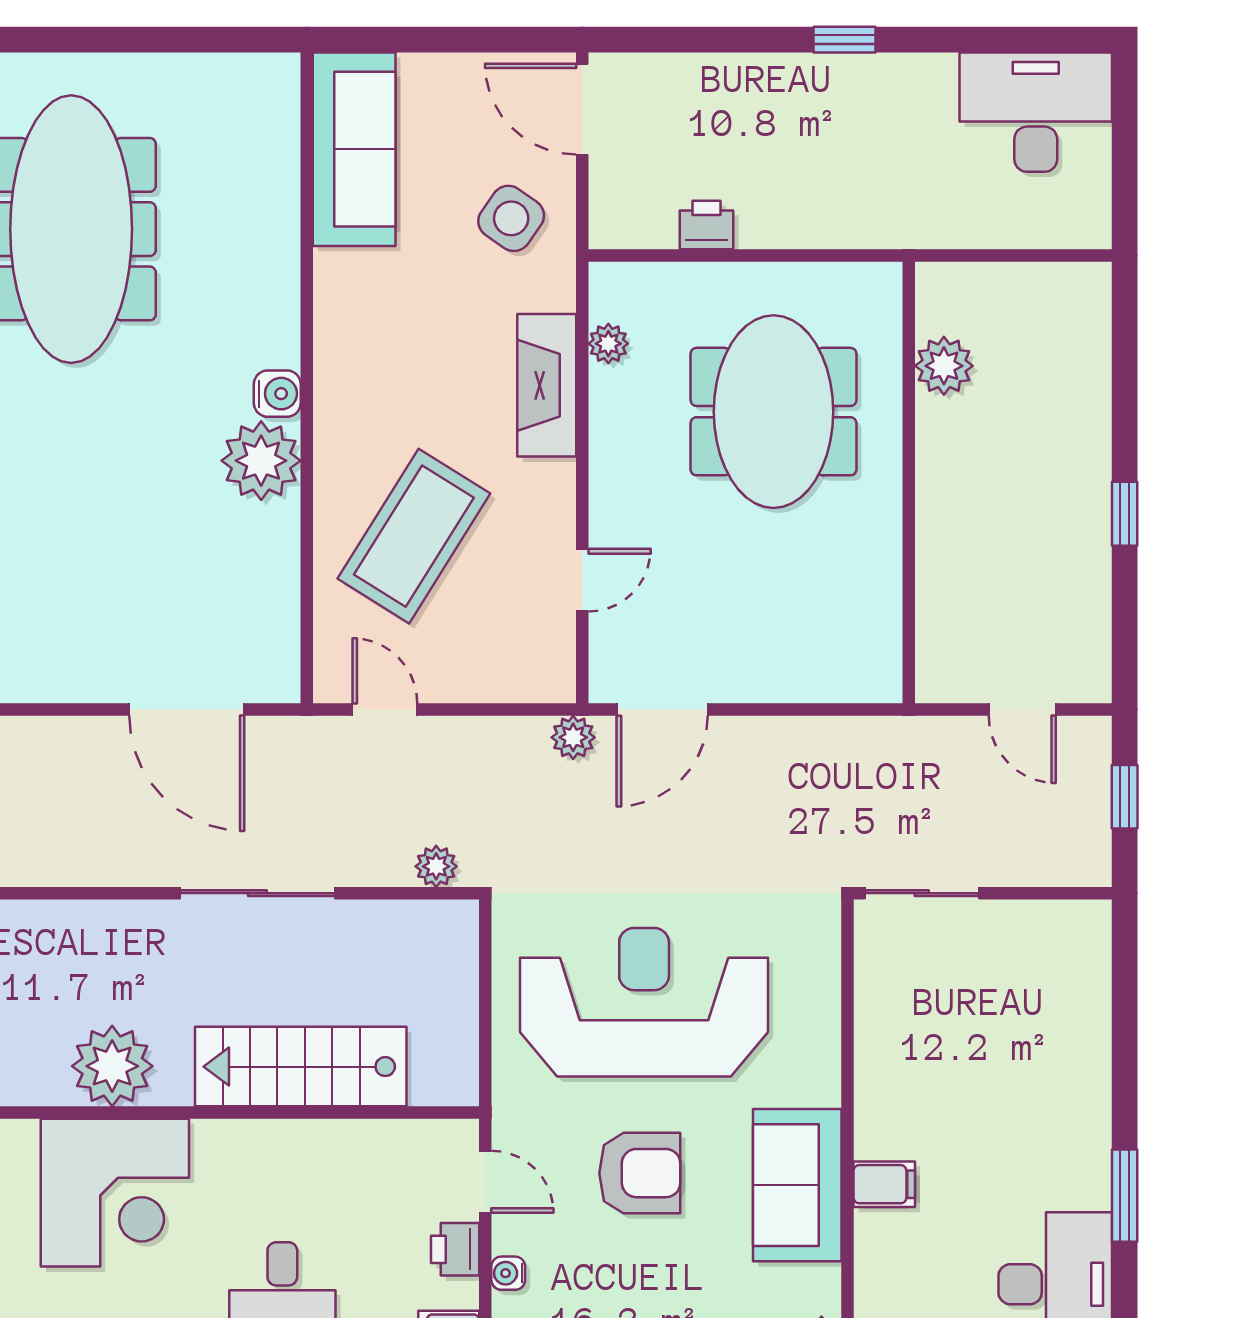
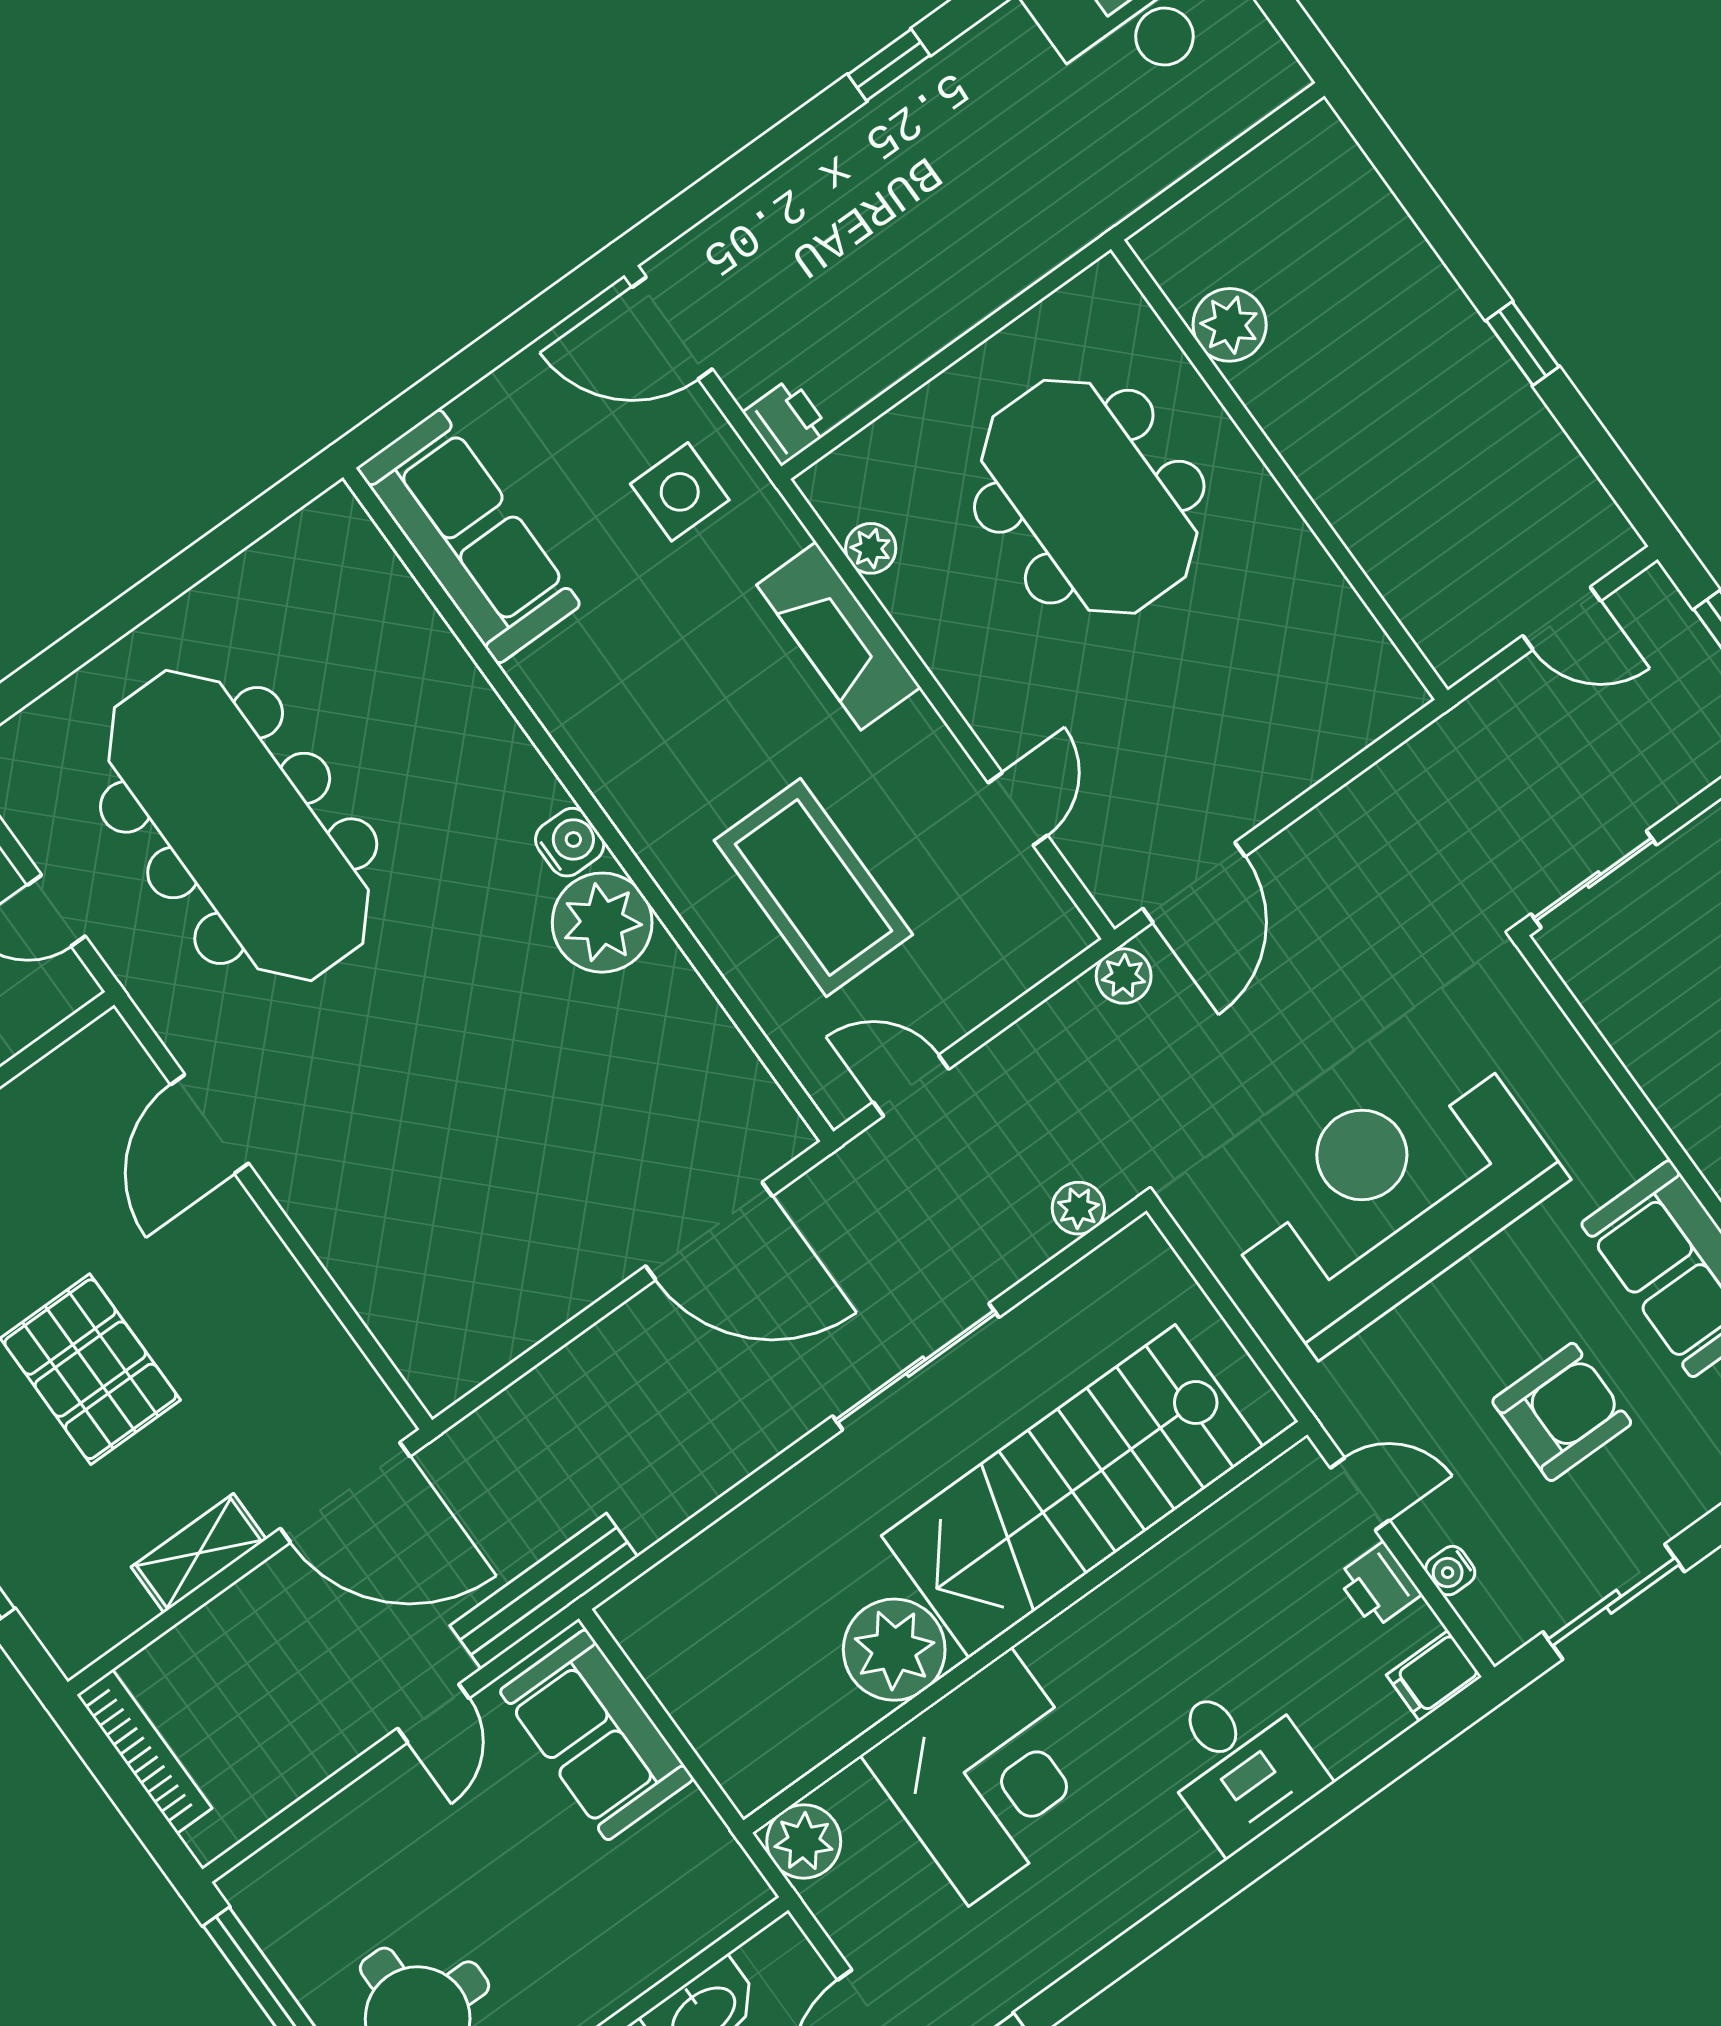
side table: (511, 218) -> (680, 492), turned -35
printer: (707, 225) -> (786, 422), moved, turned 90
coffee table: (414, 536) -> (813, 887), turned -32
stairs: (301, 1067) -> (1072, 1491), width x1.36, depth x1.51
armchair: (640, 1173) -> (1562, 1412), moved

